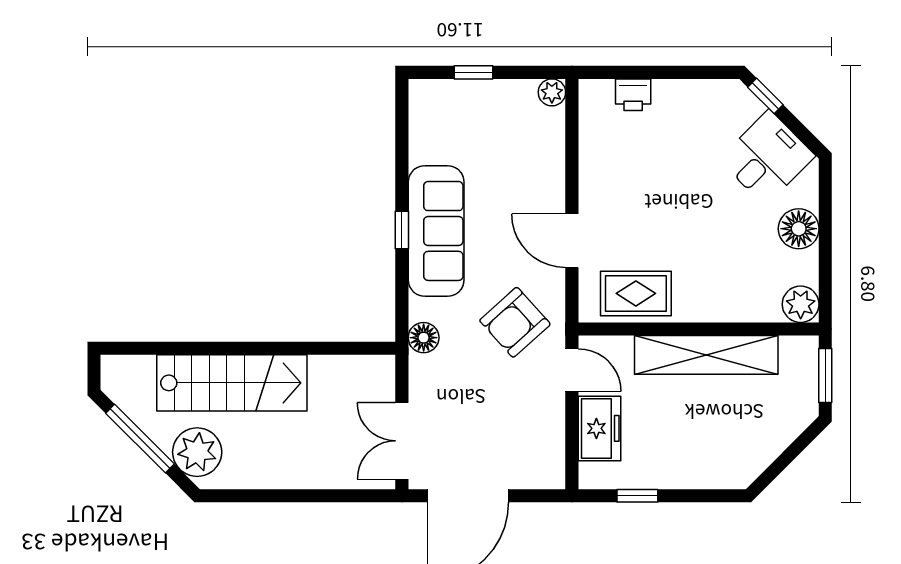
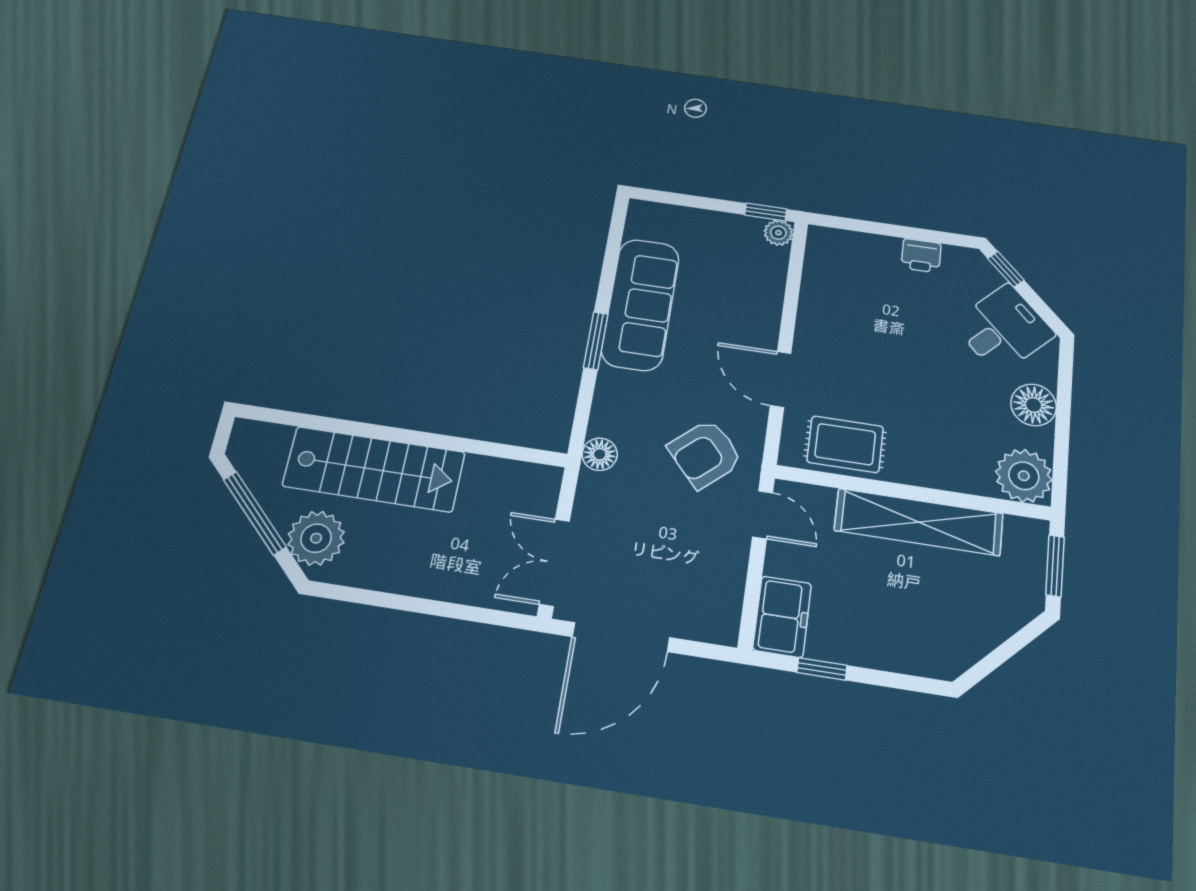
window: (474, 72) -> (766, 212), moved
printer: (633, 95) -> (921, 256), moved
window: (402, 230) -> (596, 341), width x1.50
sofa: (436, 231) -> (640, 304), moved
plant: (801, 304) -> (1024, 476), width x1.36, depth x1.36
freezer: (599, 428) -> (782, 617), moved

